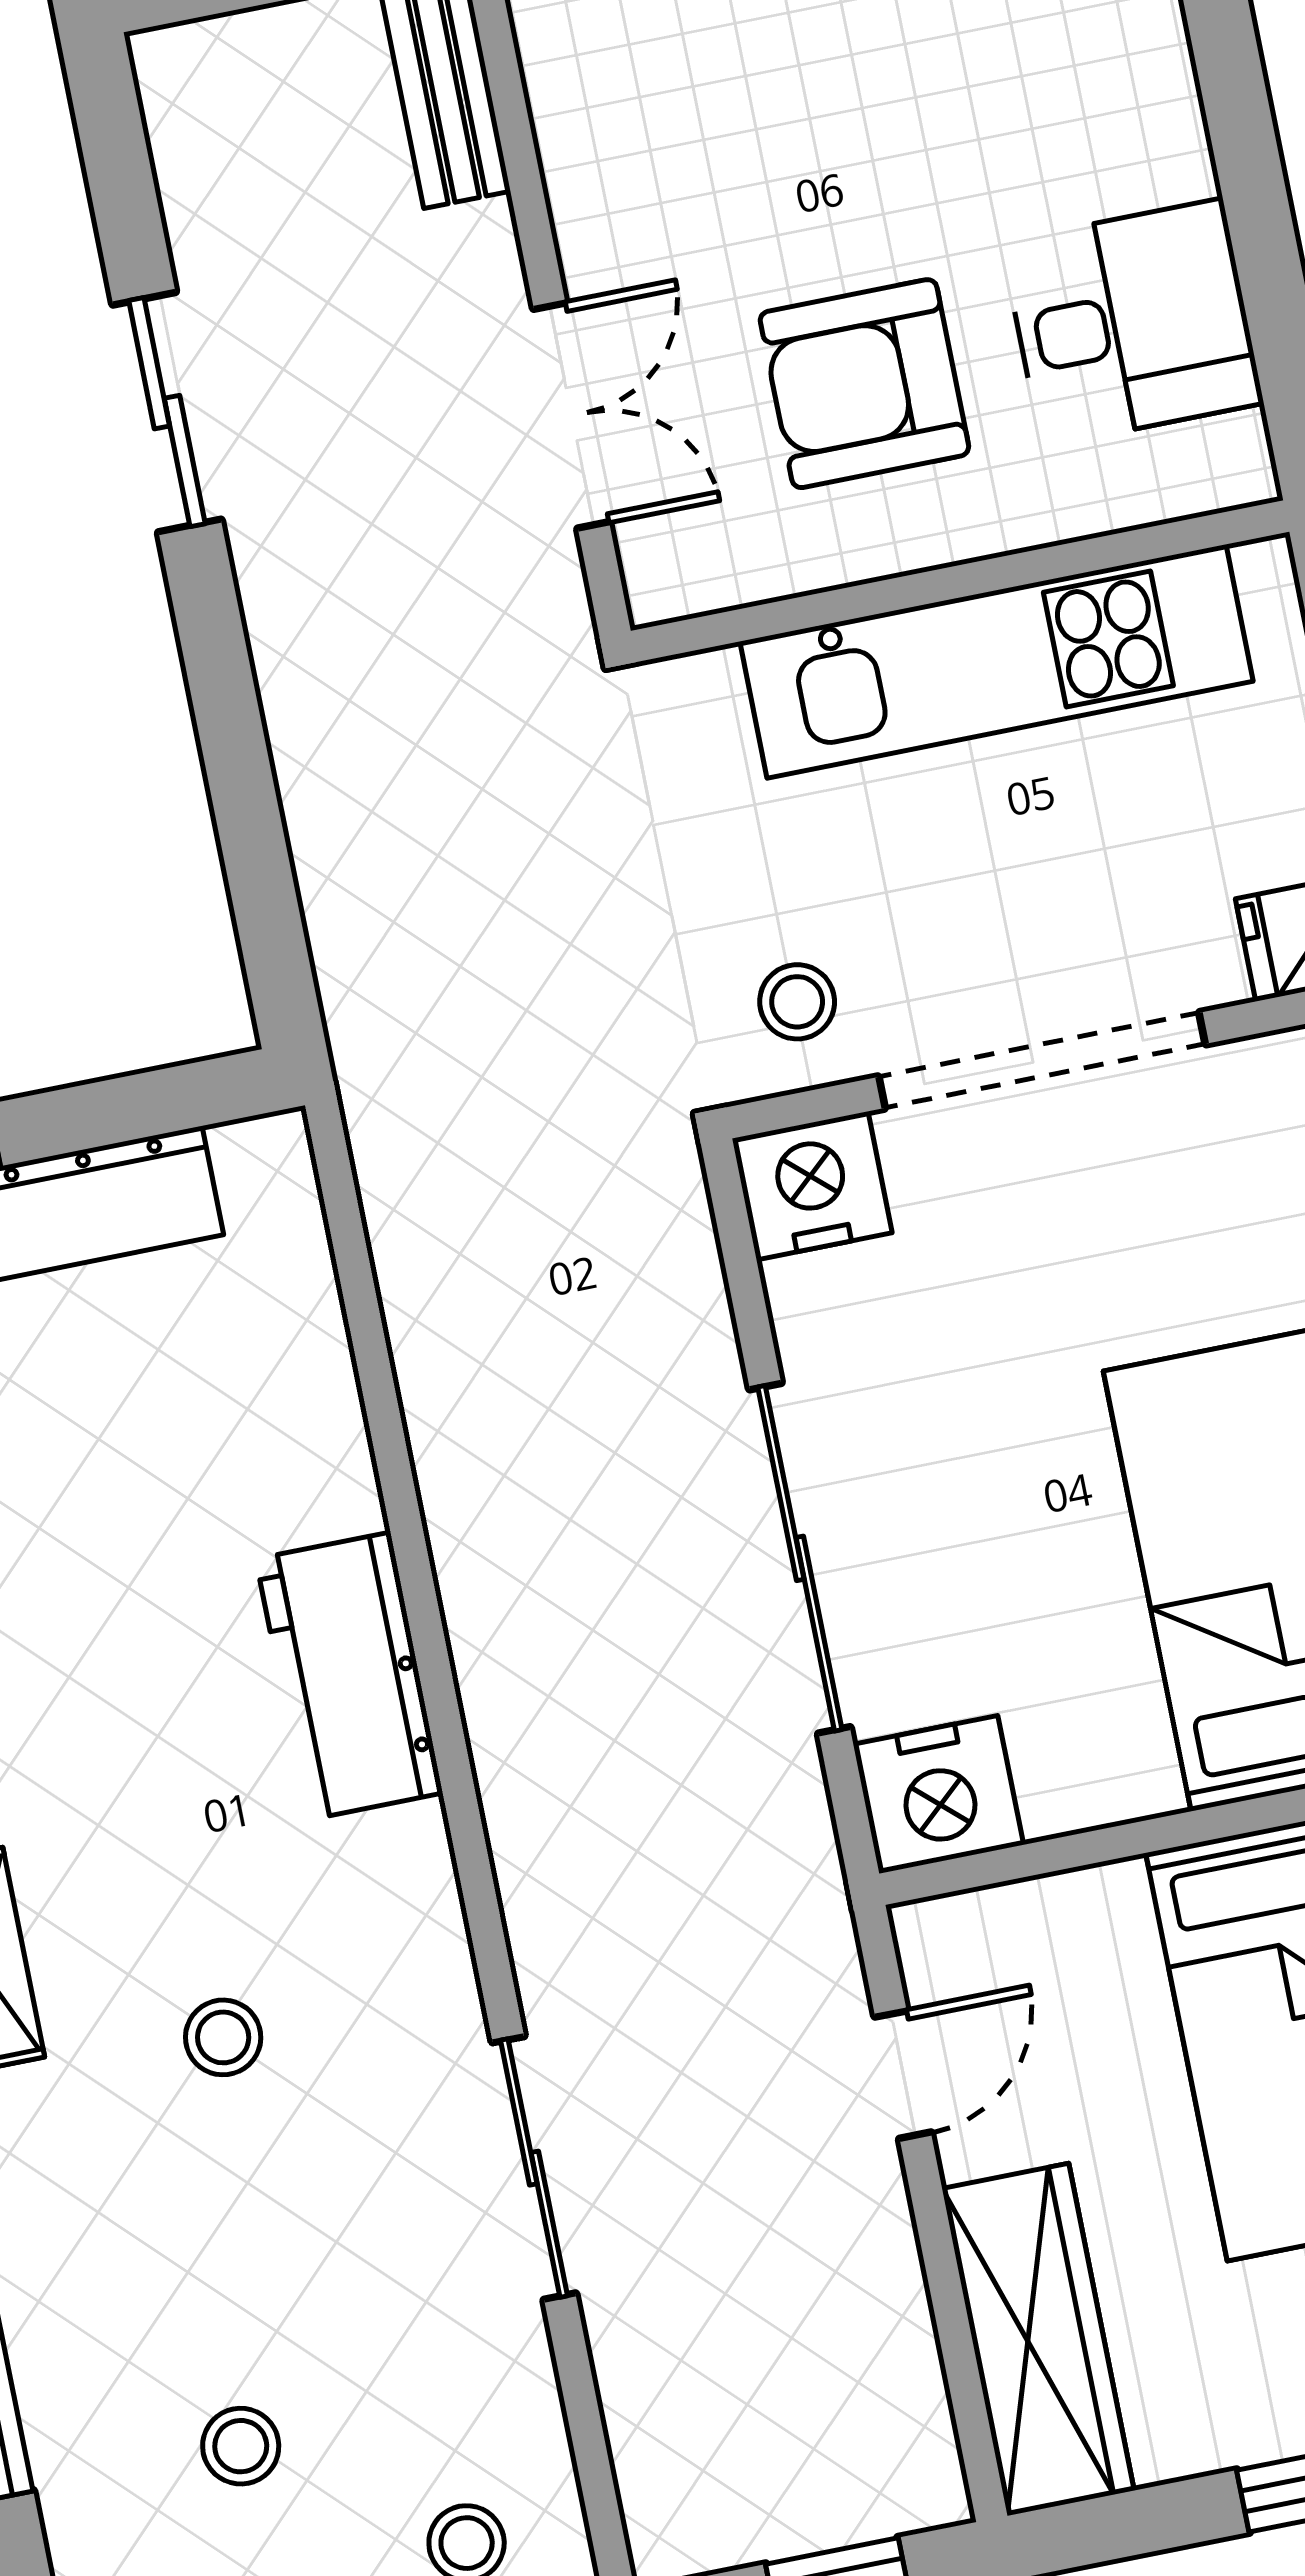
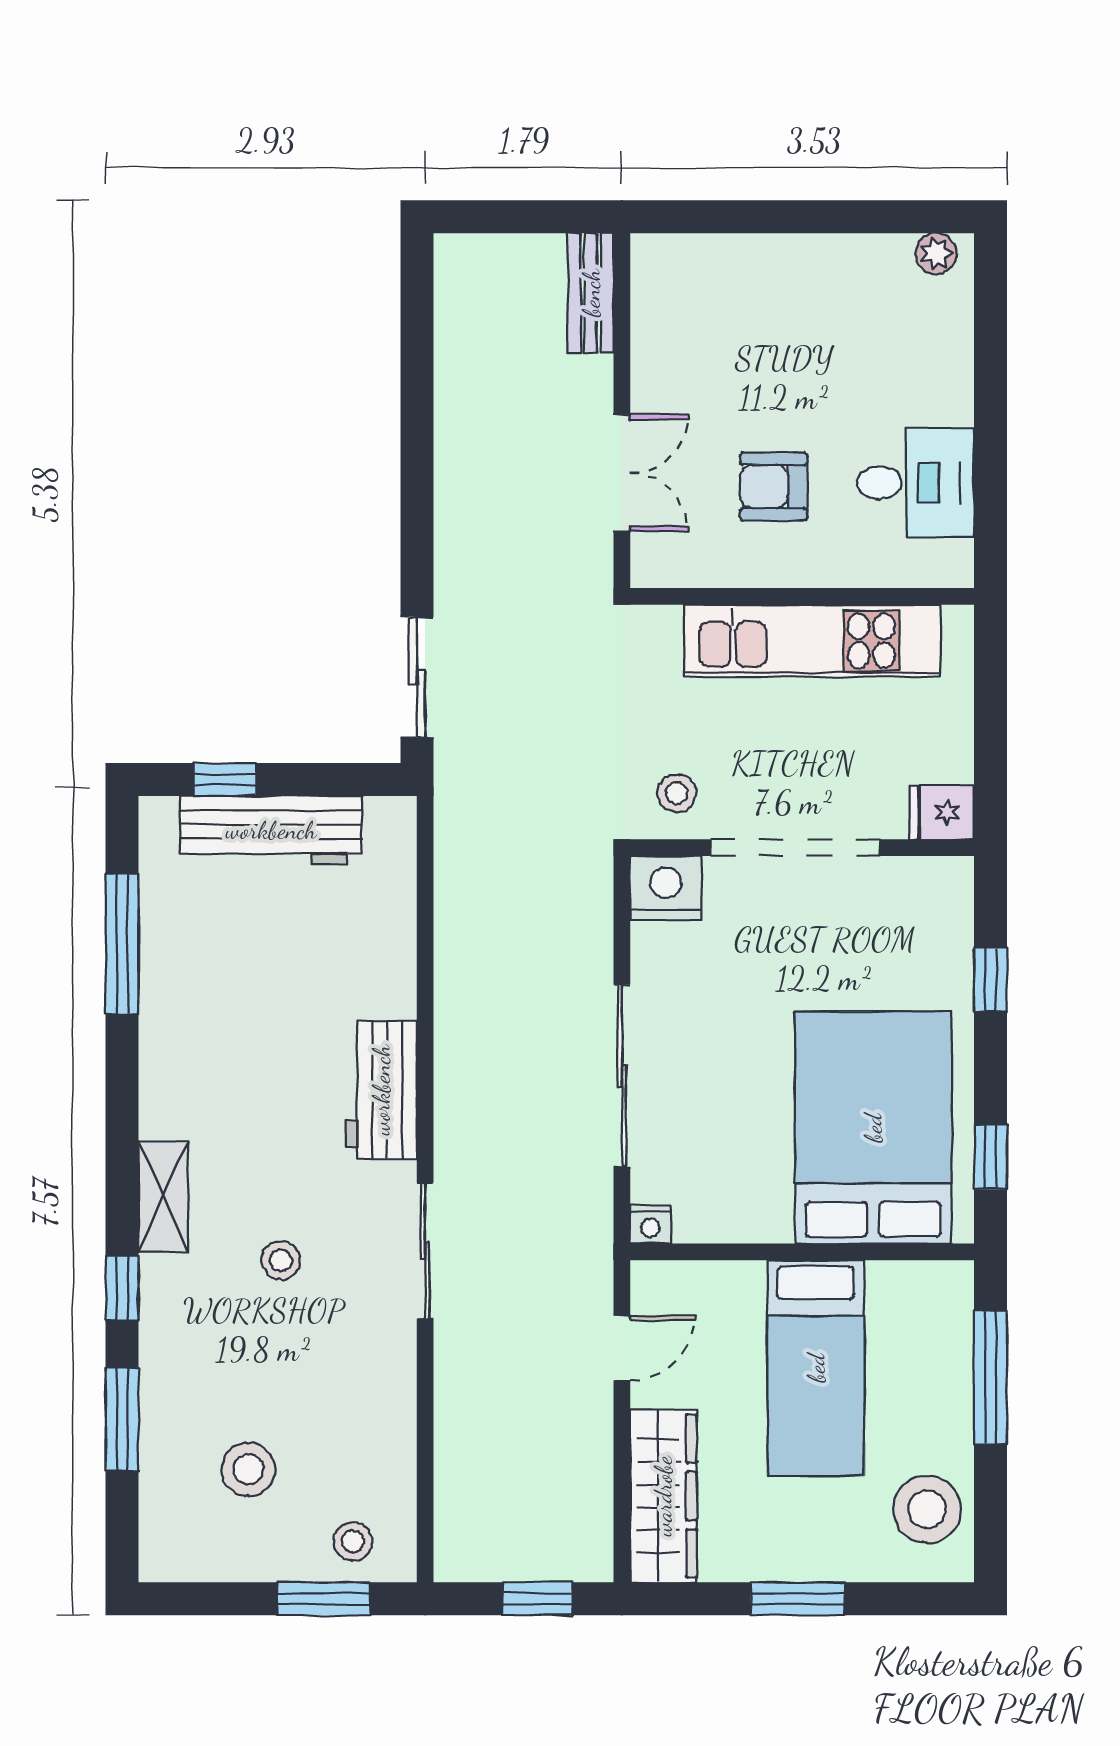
armchair: (864, 384) -> (774, 487), width x0.72, depth x0.72
sliding door: (167, 412) -> (417, 677), moved
nightstand: (938, 1795) -> (650, 1225), width x0.53, depth x0.56
sliding door: (534, 2168) -> (425, 1251), moved
stool: (241, 2446) -> (248, 1469), width x1.37, depth x1.37

